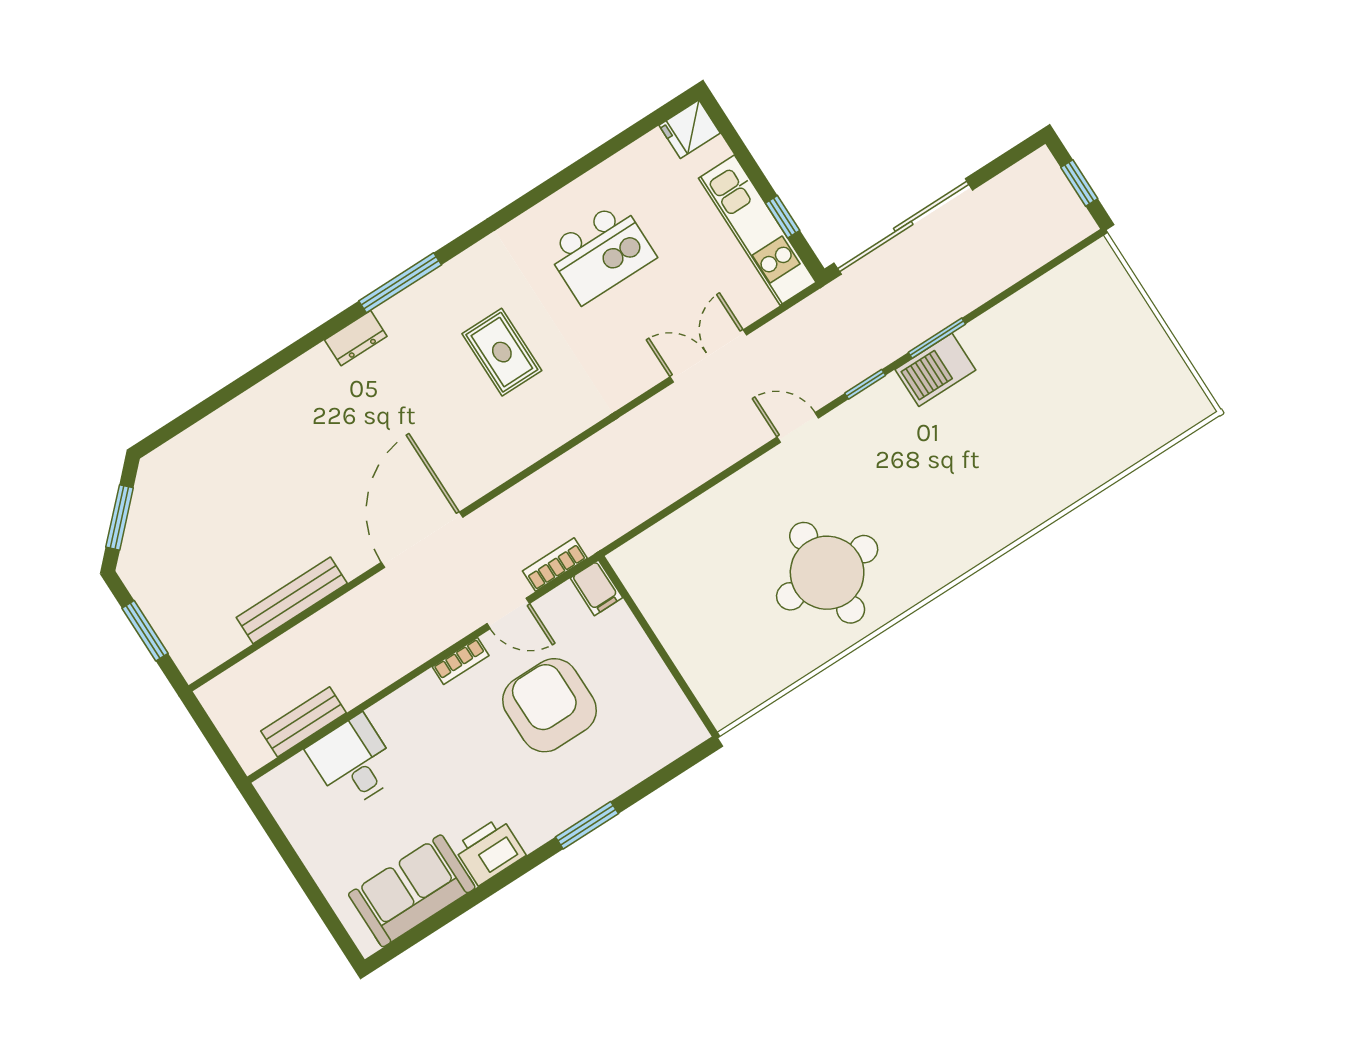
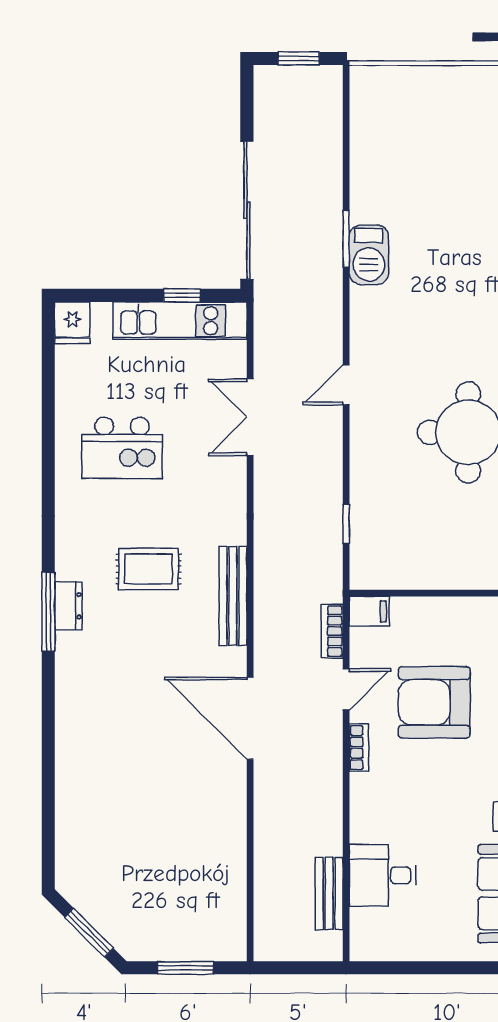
kitchen island: (601, 253) -> (122, 448), turned 90
dresser: (356, 338) -> (68, 606), moved
window: (865, 384) -> (346, 524), moved
bench: (292, 600) -> (233, 596), moved

